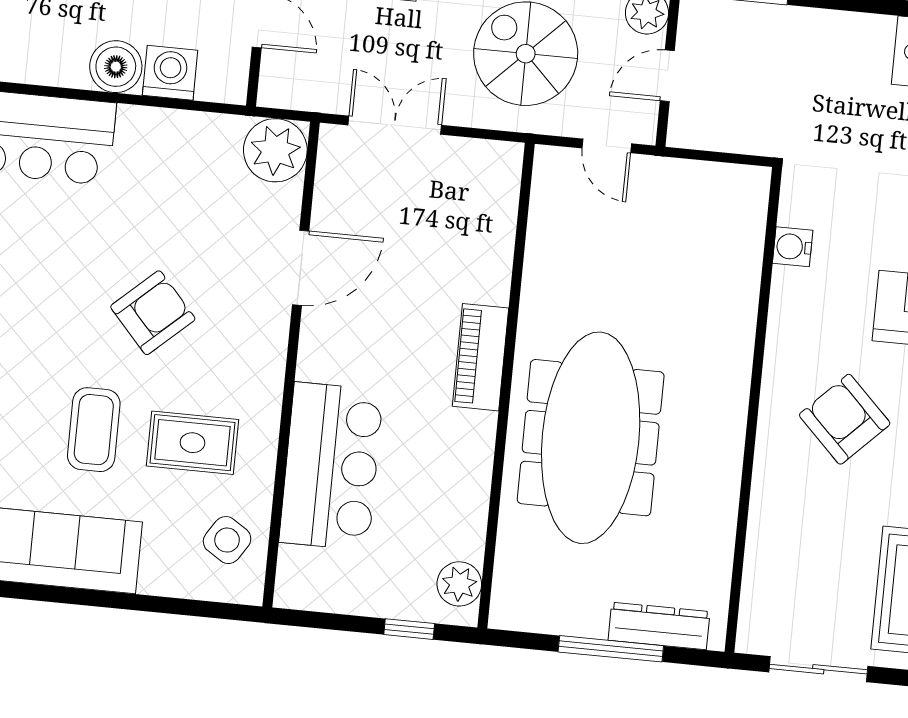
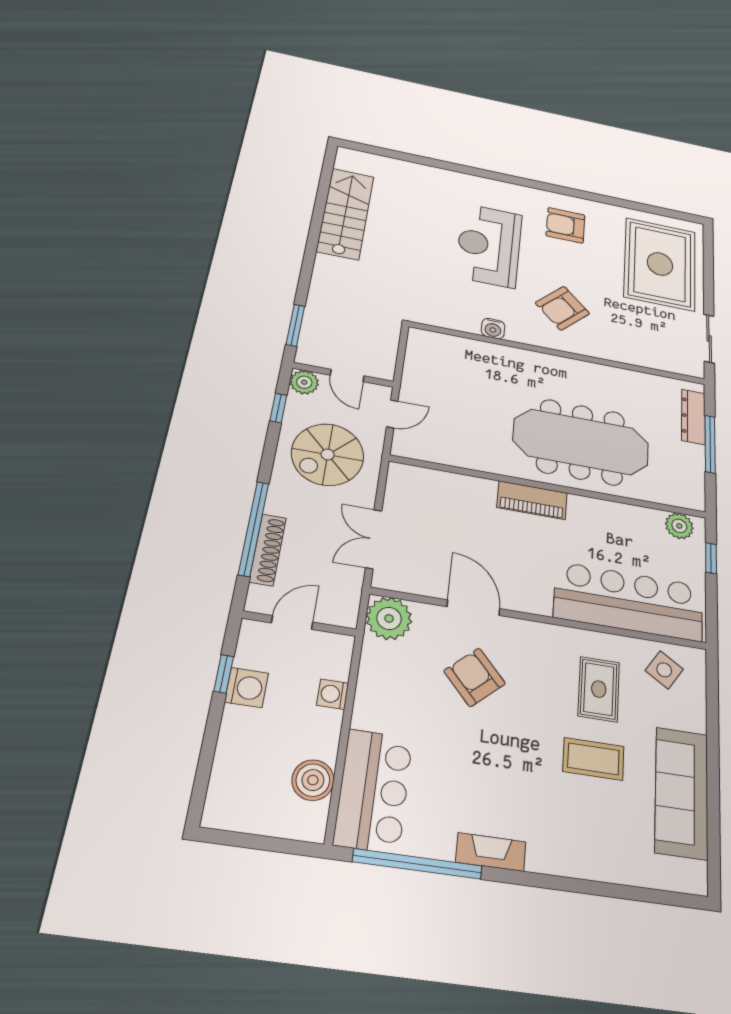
boiler: (116, 67) -> (313, 780), moved
washing machine: (170, 73) -> (333, 694), width x0.73, depth x0.73
water cooler: (793, 247) -> (493, 329), moved
armchair: (153, 313) -> (475, 677), moved
bar counter: (331, 466) -> (629, 601), width x1.36

